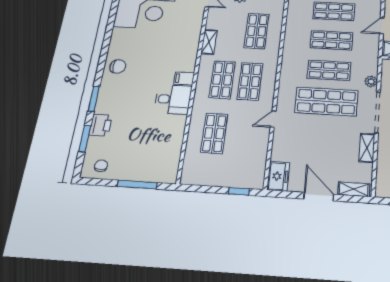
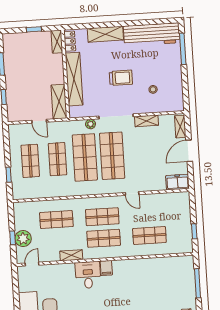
shop shelf: (329, 70) -> (85, 157), width x1.43, depth x1.36
desk: (173, 99) -> (88, 275), moved
window: (239, 191) -> (194, 231), moved

